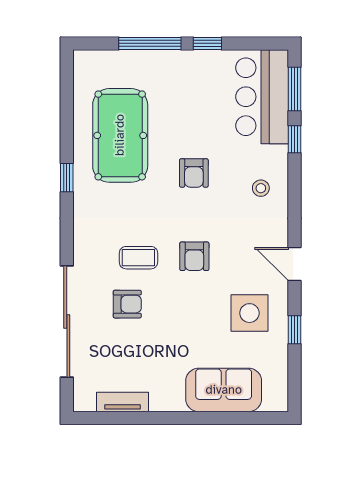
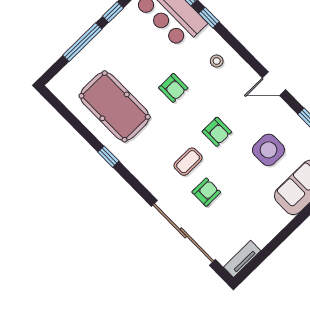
side table: (249, 313) -> (268, 150), moved
tv unit: (122, 402) -> (242, 259), moved

